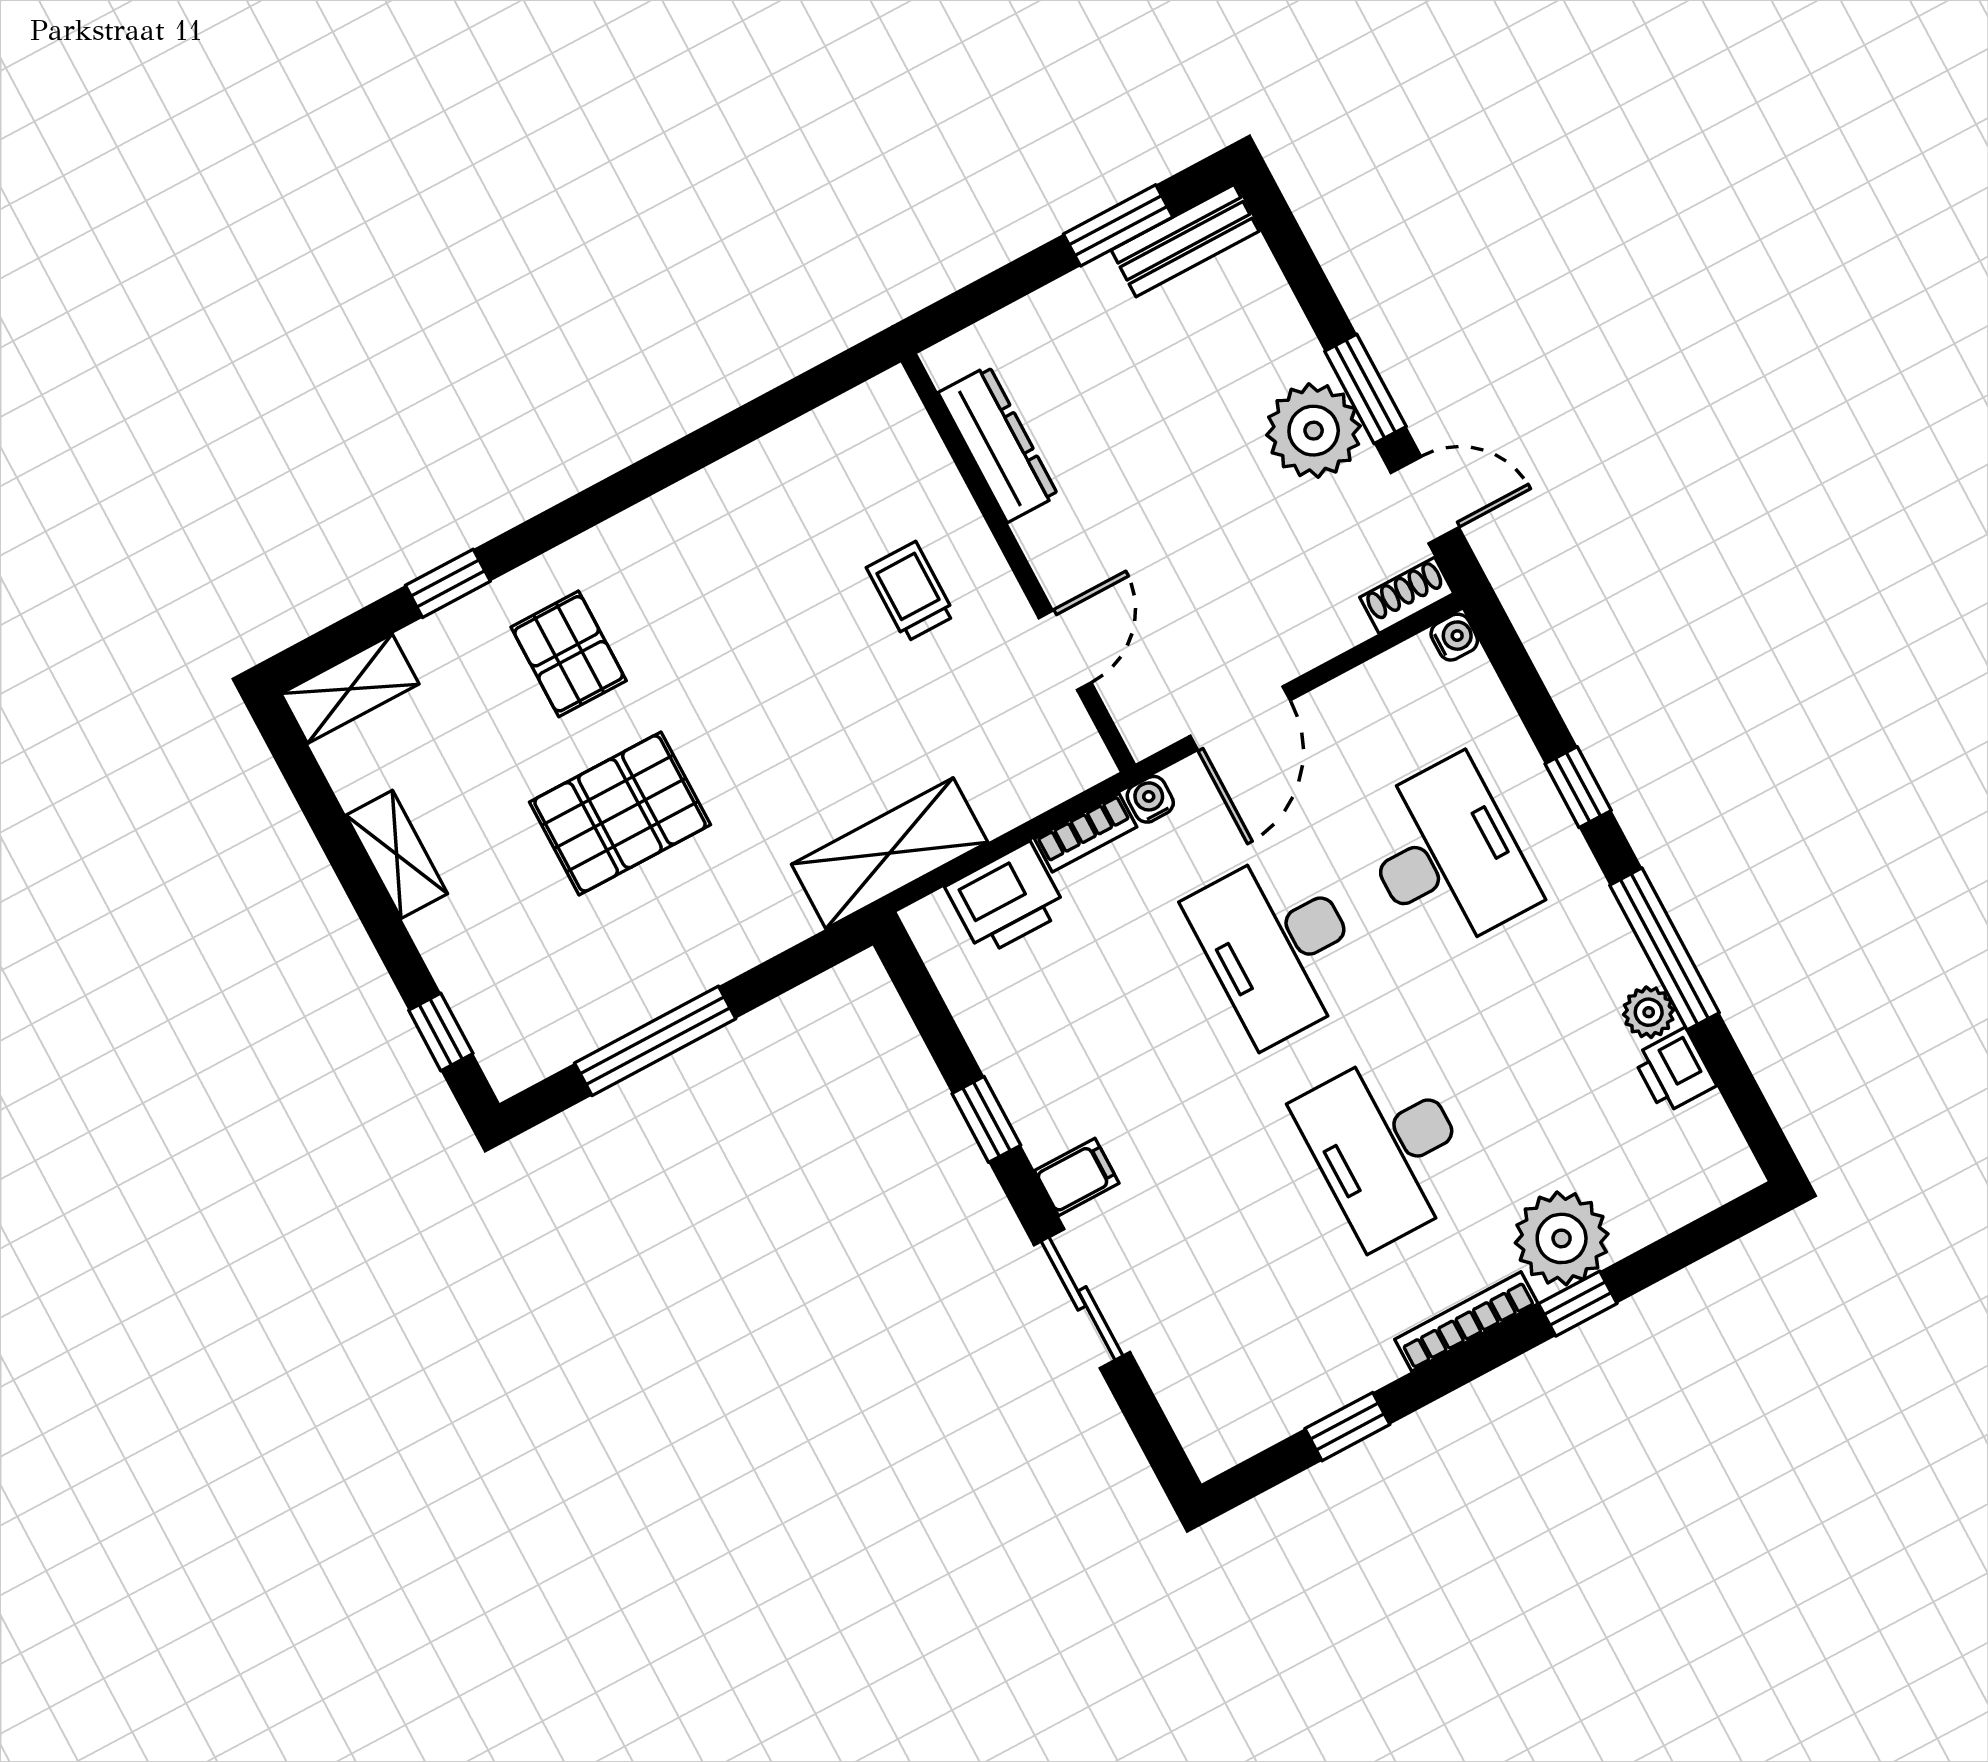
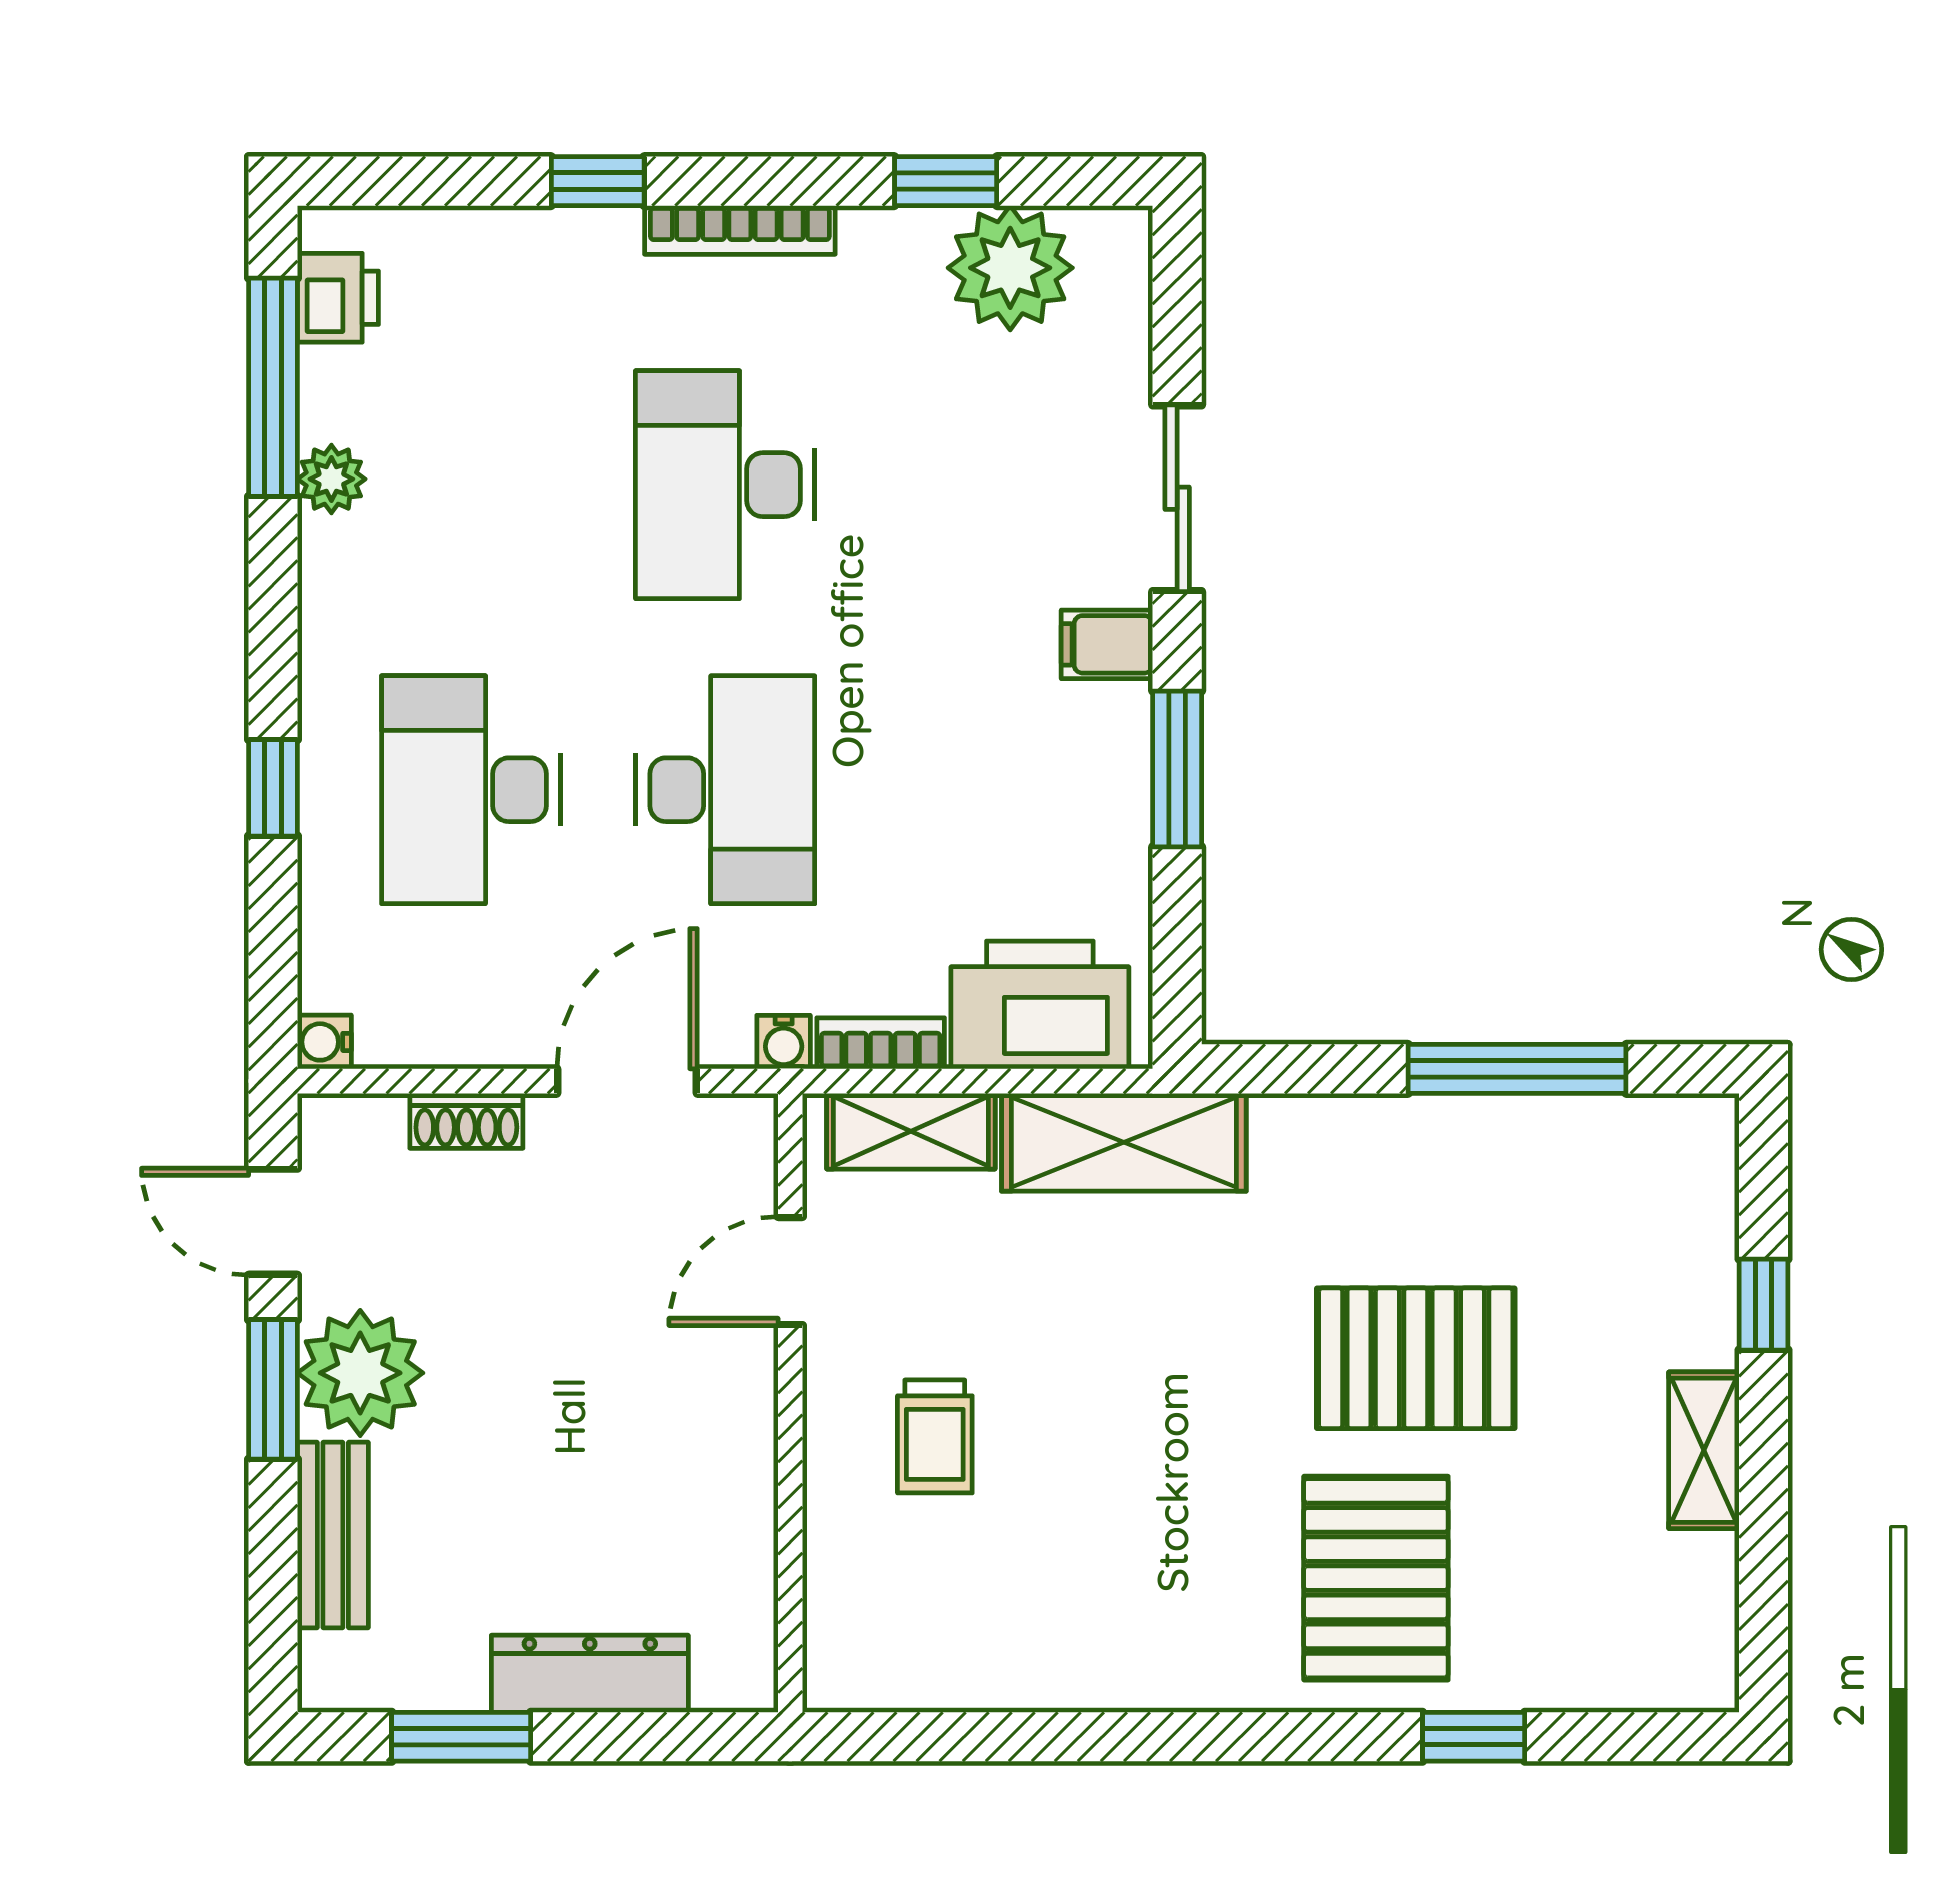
bench: (1185, 241) -> (333, 1535), moved, turned 90
dresser: (998, 444) -> (590, 1674), moved, turned 90
shoe rack: (1407, 595) -> (466, 1121), moved
pallet: (569, 654) -> (1376, 1578), width x1.50, depth x1.42
shelving: (350, 689) -> (911, 1131), moved
printer: (1006, 899) -> (1040, 1005), width x1.37, depth x1.19
window: (1664, 949) -> (273, 387), moved
window: (441, 1032) -> (1764, 1305), moved
printer: (1674, 1071) -> (338, 298), moved
window: (986, 1119) -> (1177, 769), width x1.50
desk: (1386, 1148) -> (725, 485), turned 180
plant: (1562, 1238) -> (1010, 268), moved

